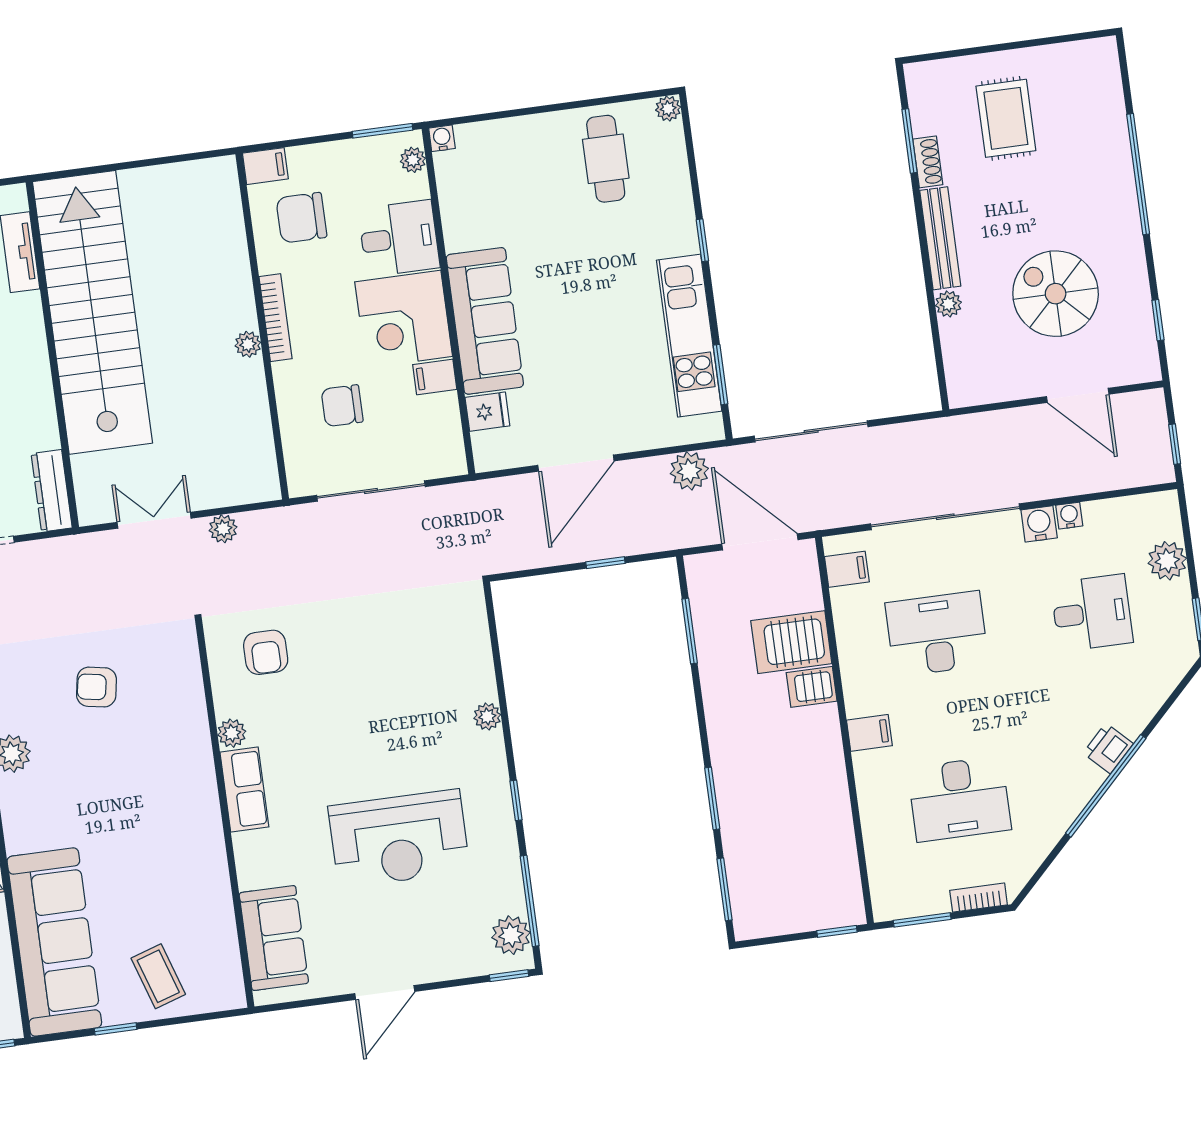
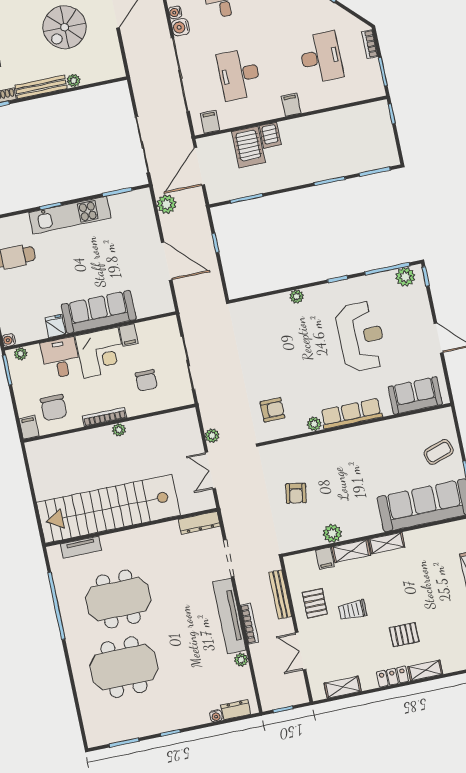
kitchen unit: (689, 336) -> (70, 215), moved
fridge: (487, 412) -> (55, 326), moved
row of seats: (244, 789) -> (351, 414), width x1.48

